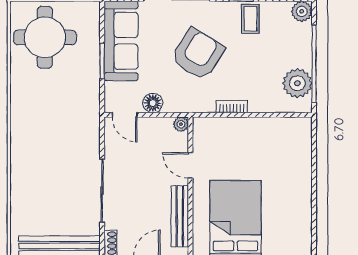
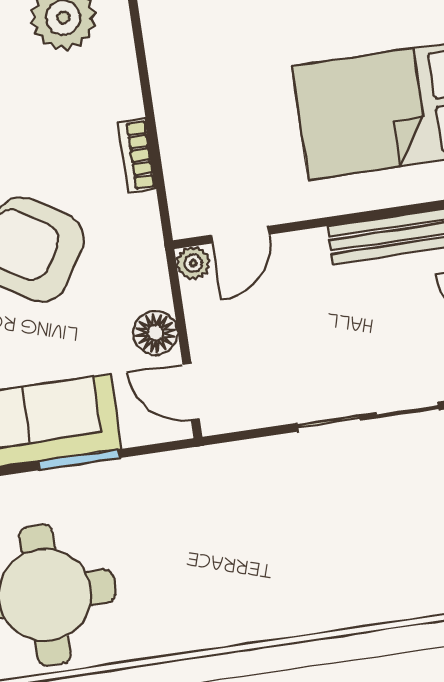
door: (125, 115) -> (191, 392), swing flipped
door: (190, 165) -> (240, 235), moved

